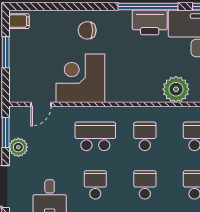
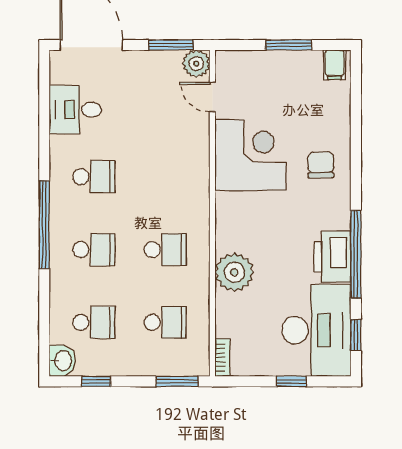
plant: (176, 89) -> (234, 272), moved
school desk: (95, 136) -> (165, 177), removed
plant: (18, 147) -> (196, 64), moved

